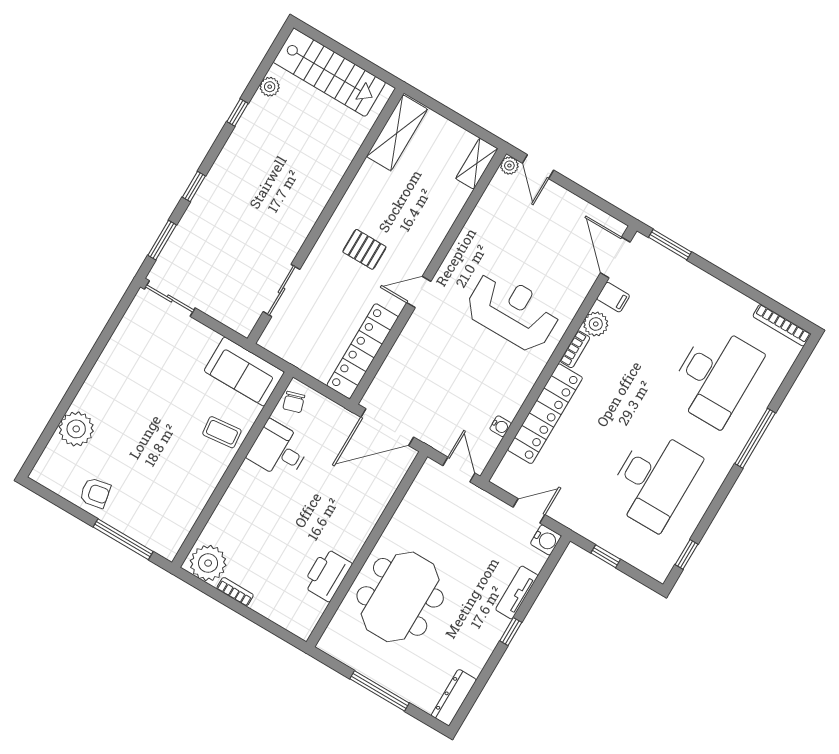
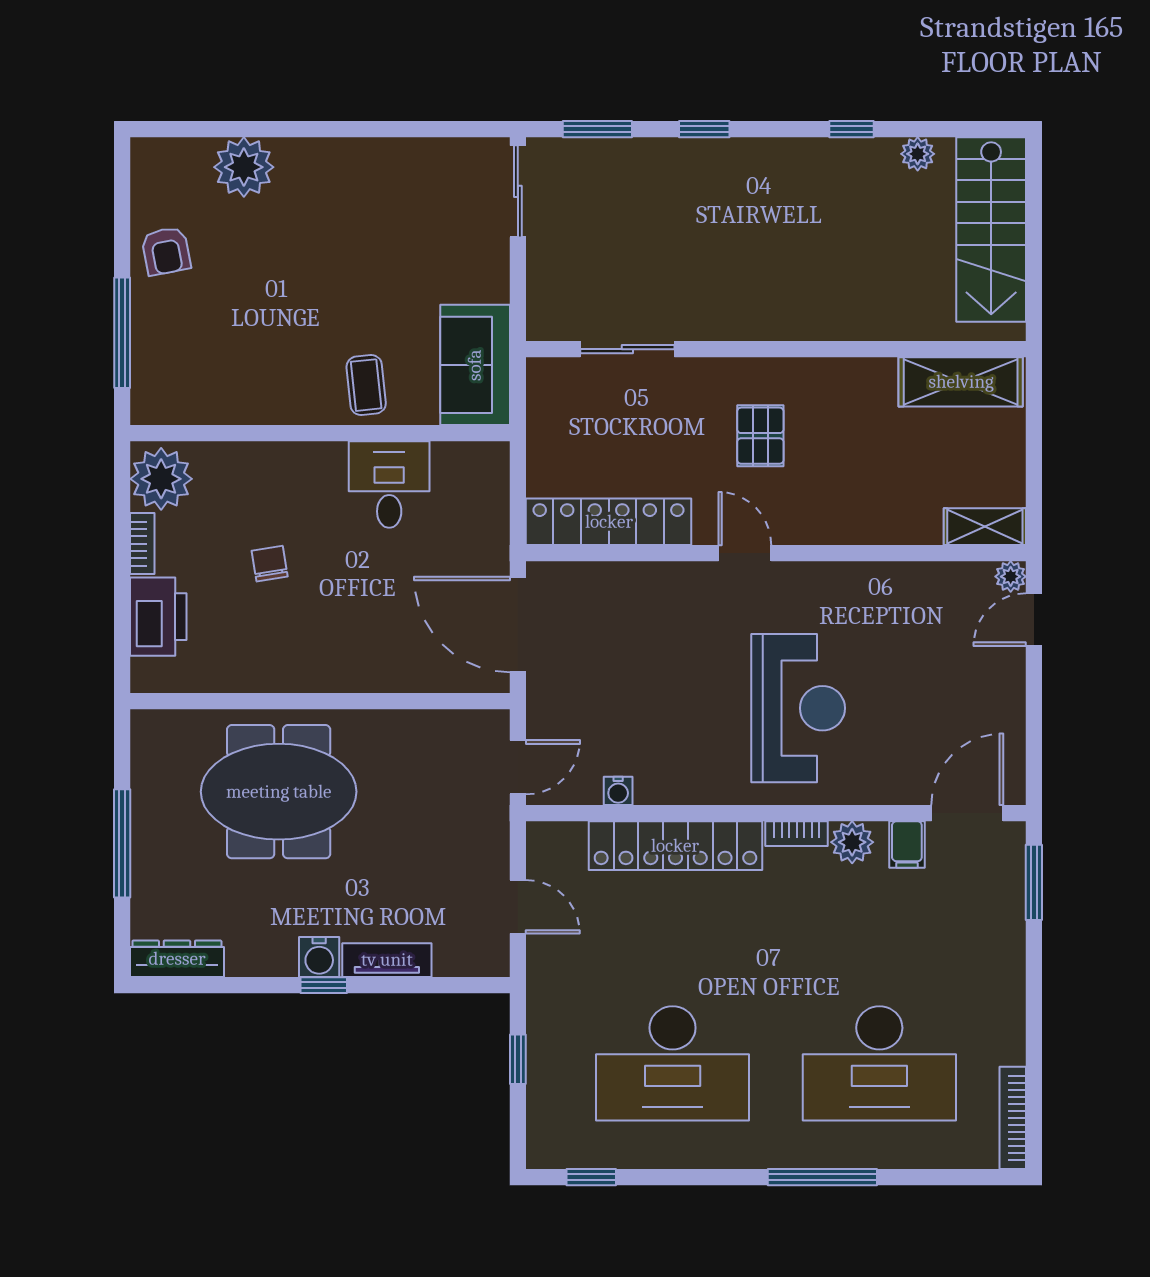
chair: (294, 402) -> (270, 564), moved, turned 98
water cooler: (546, 540) -> (319, 957), moved
printer: (327, 575) -> (158, 617), moved, turned 90

